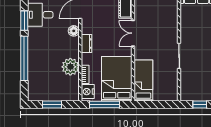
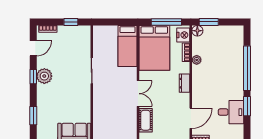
floor lamp: (74, 31) -> (197, 31), moved
plant: (70, 67) -> (197, 60), width x0.53, depth x0.53
window: (52, 105) -> (209, 22), moved

